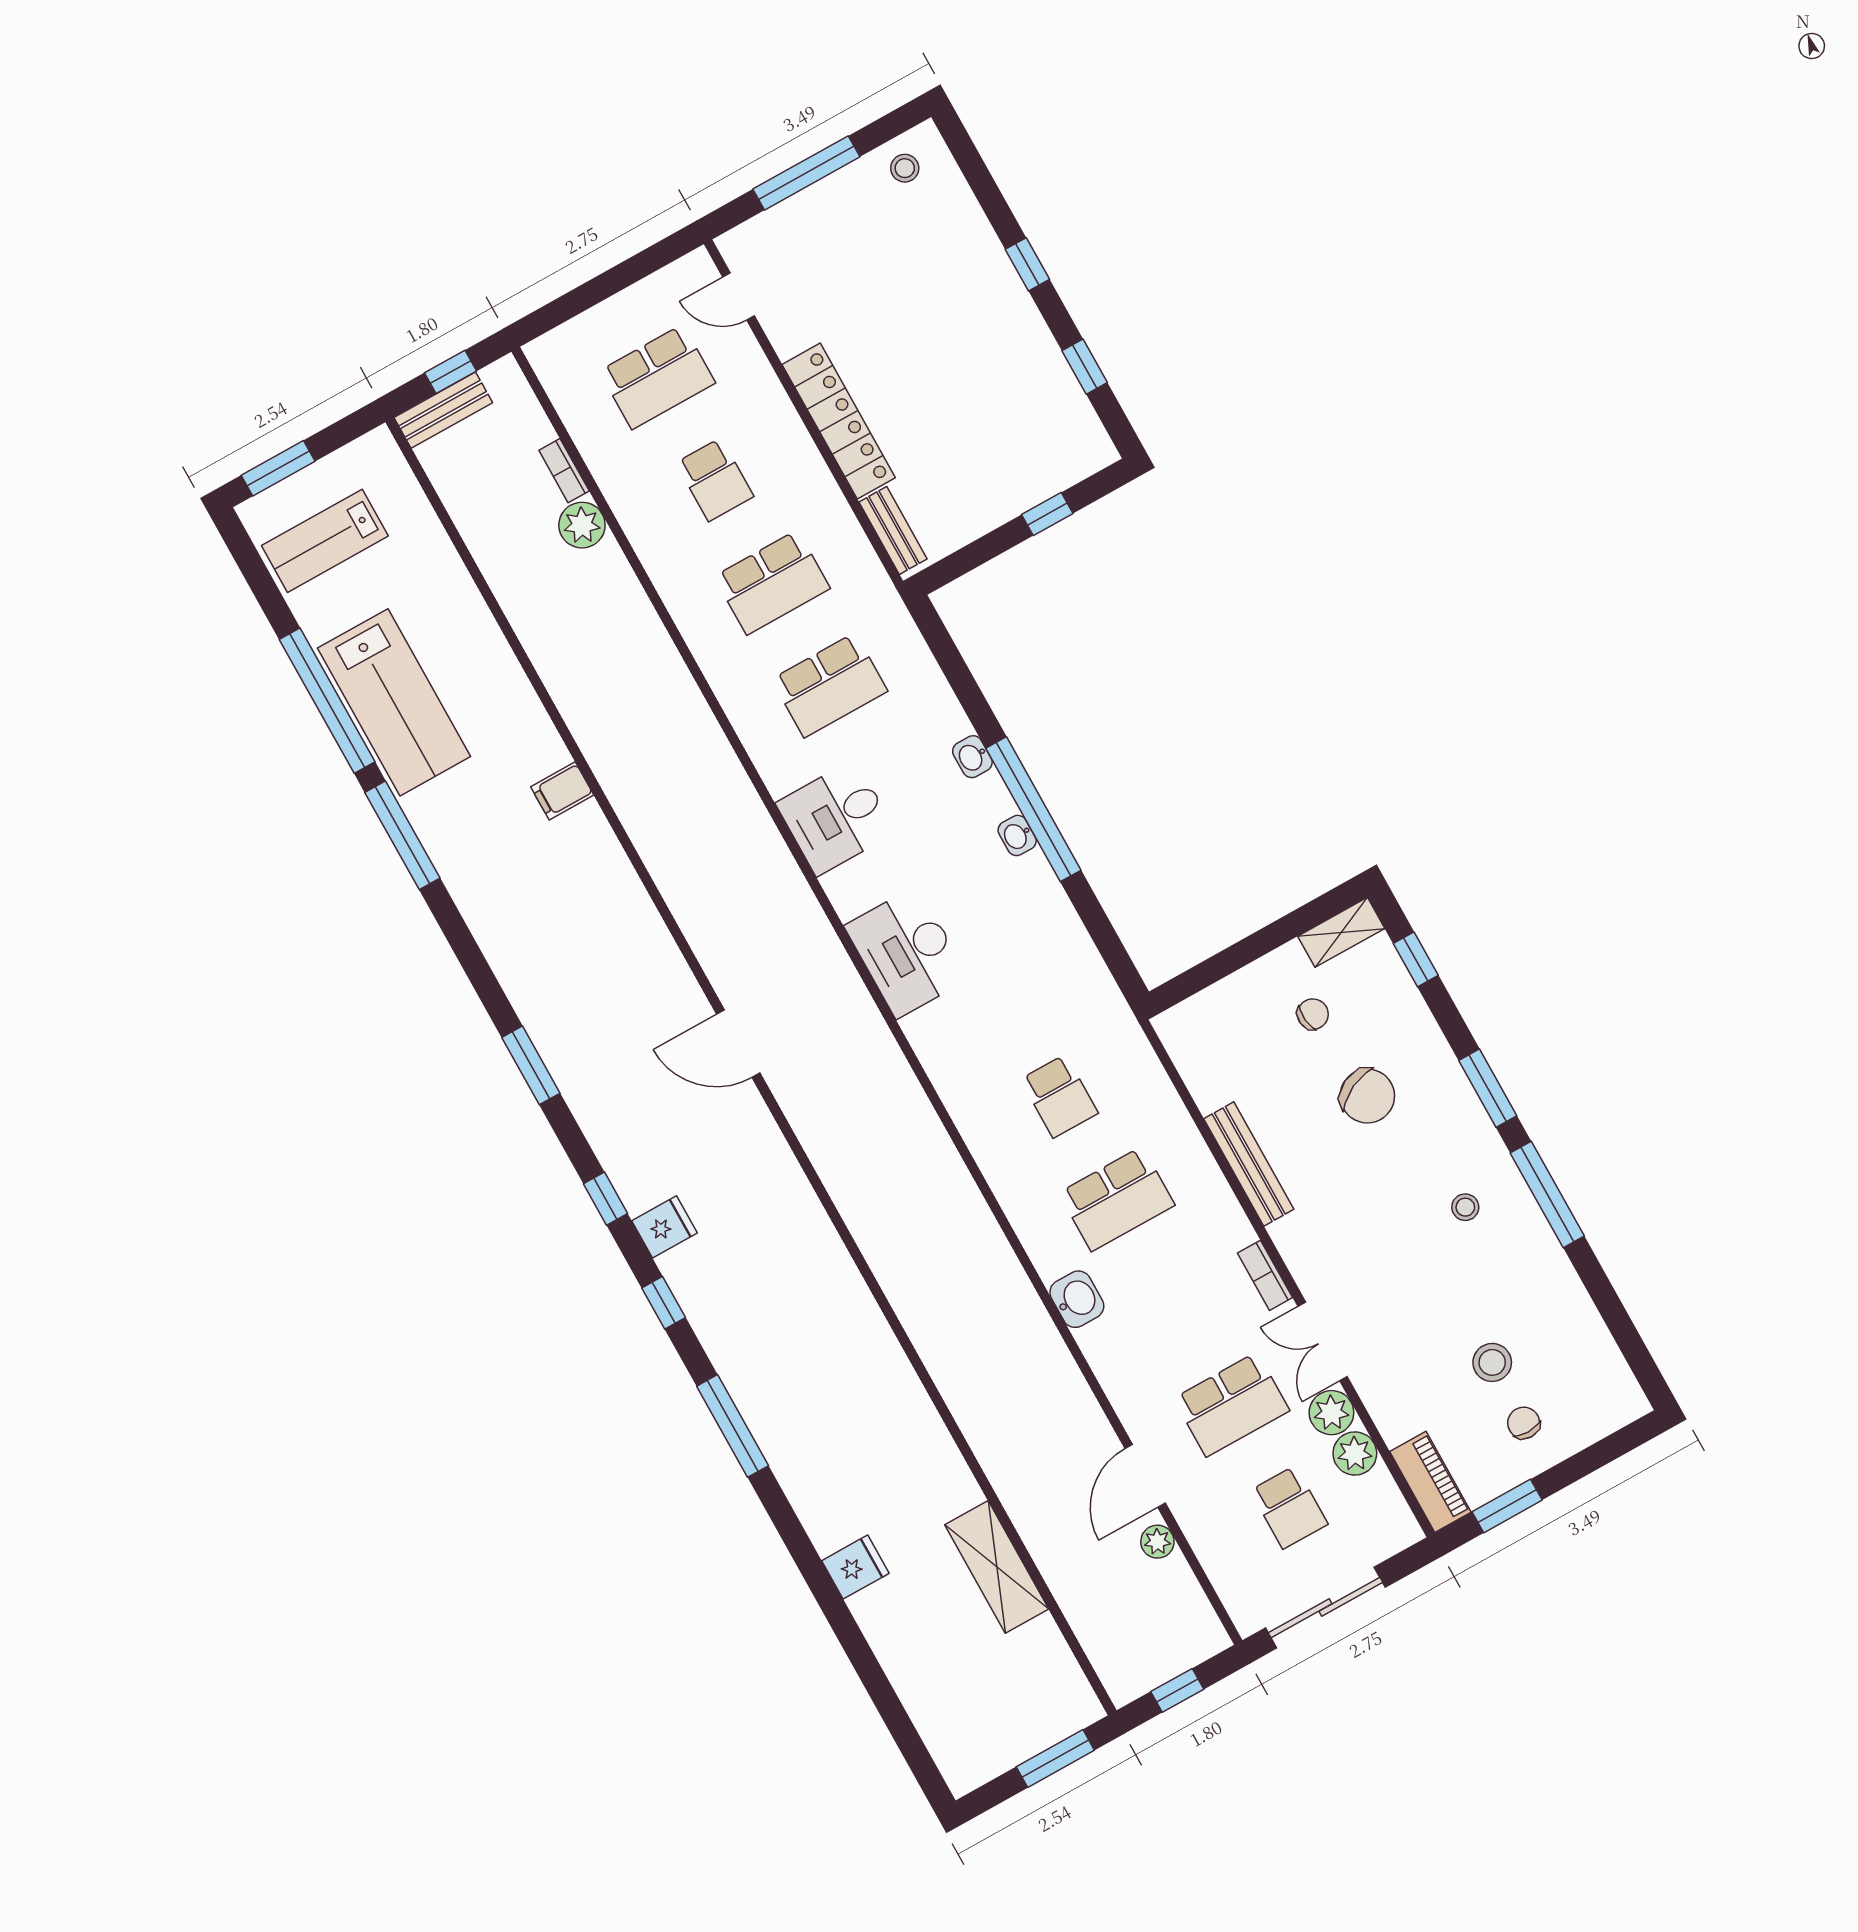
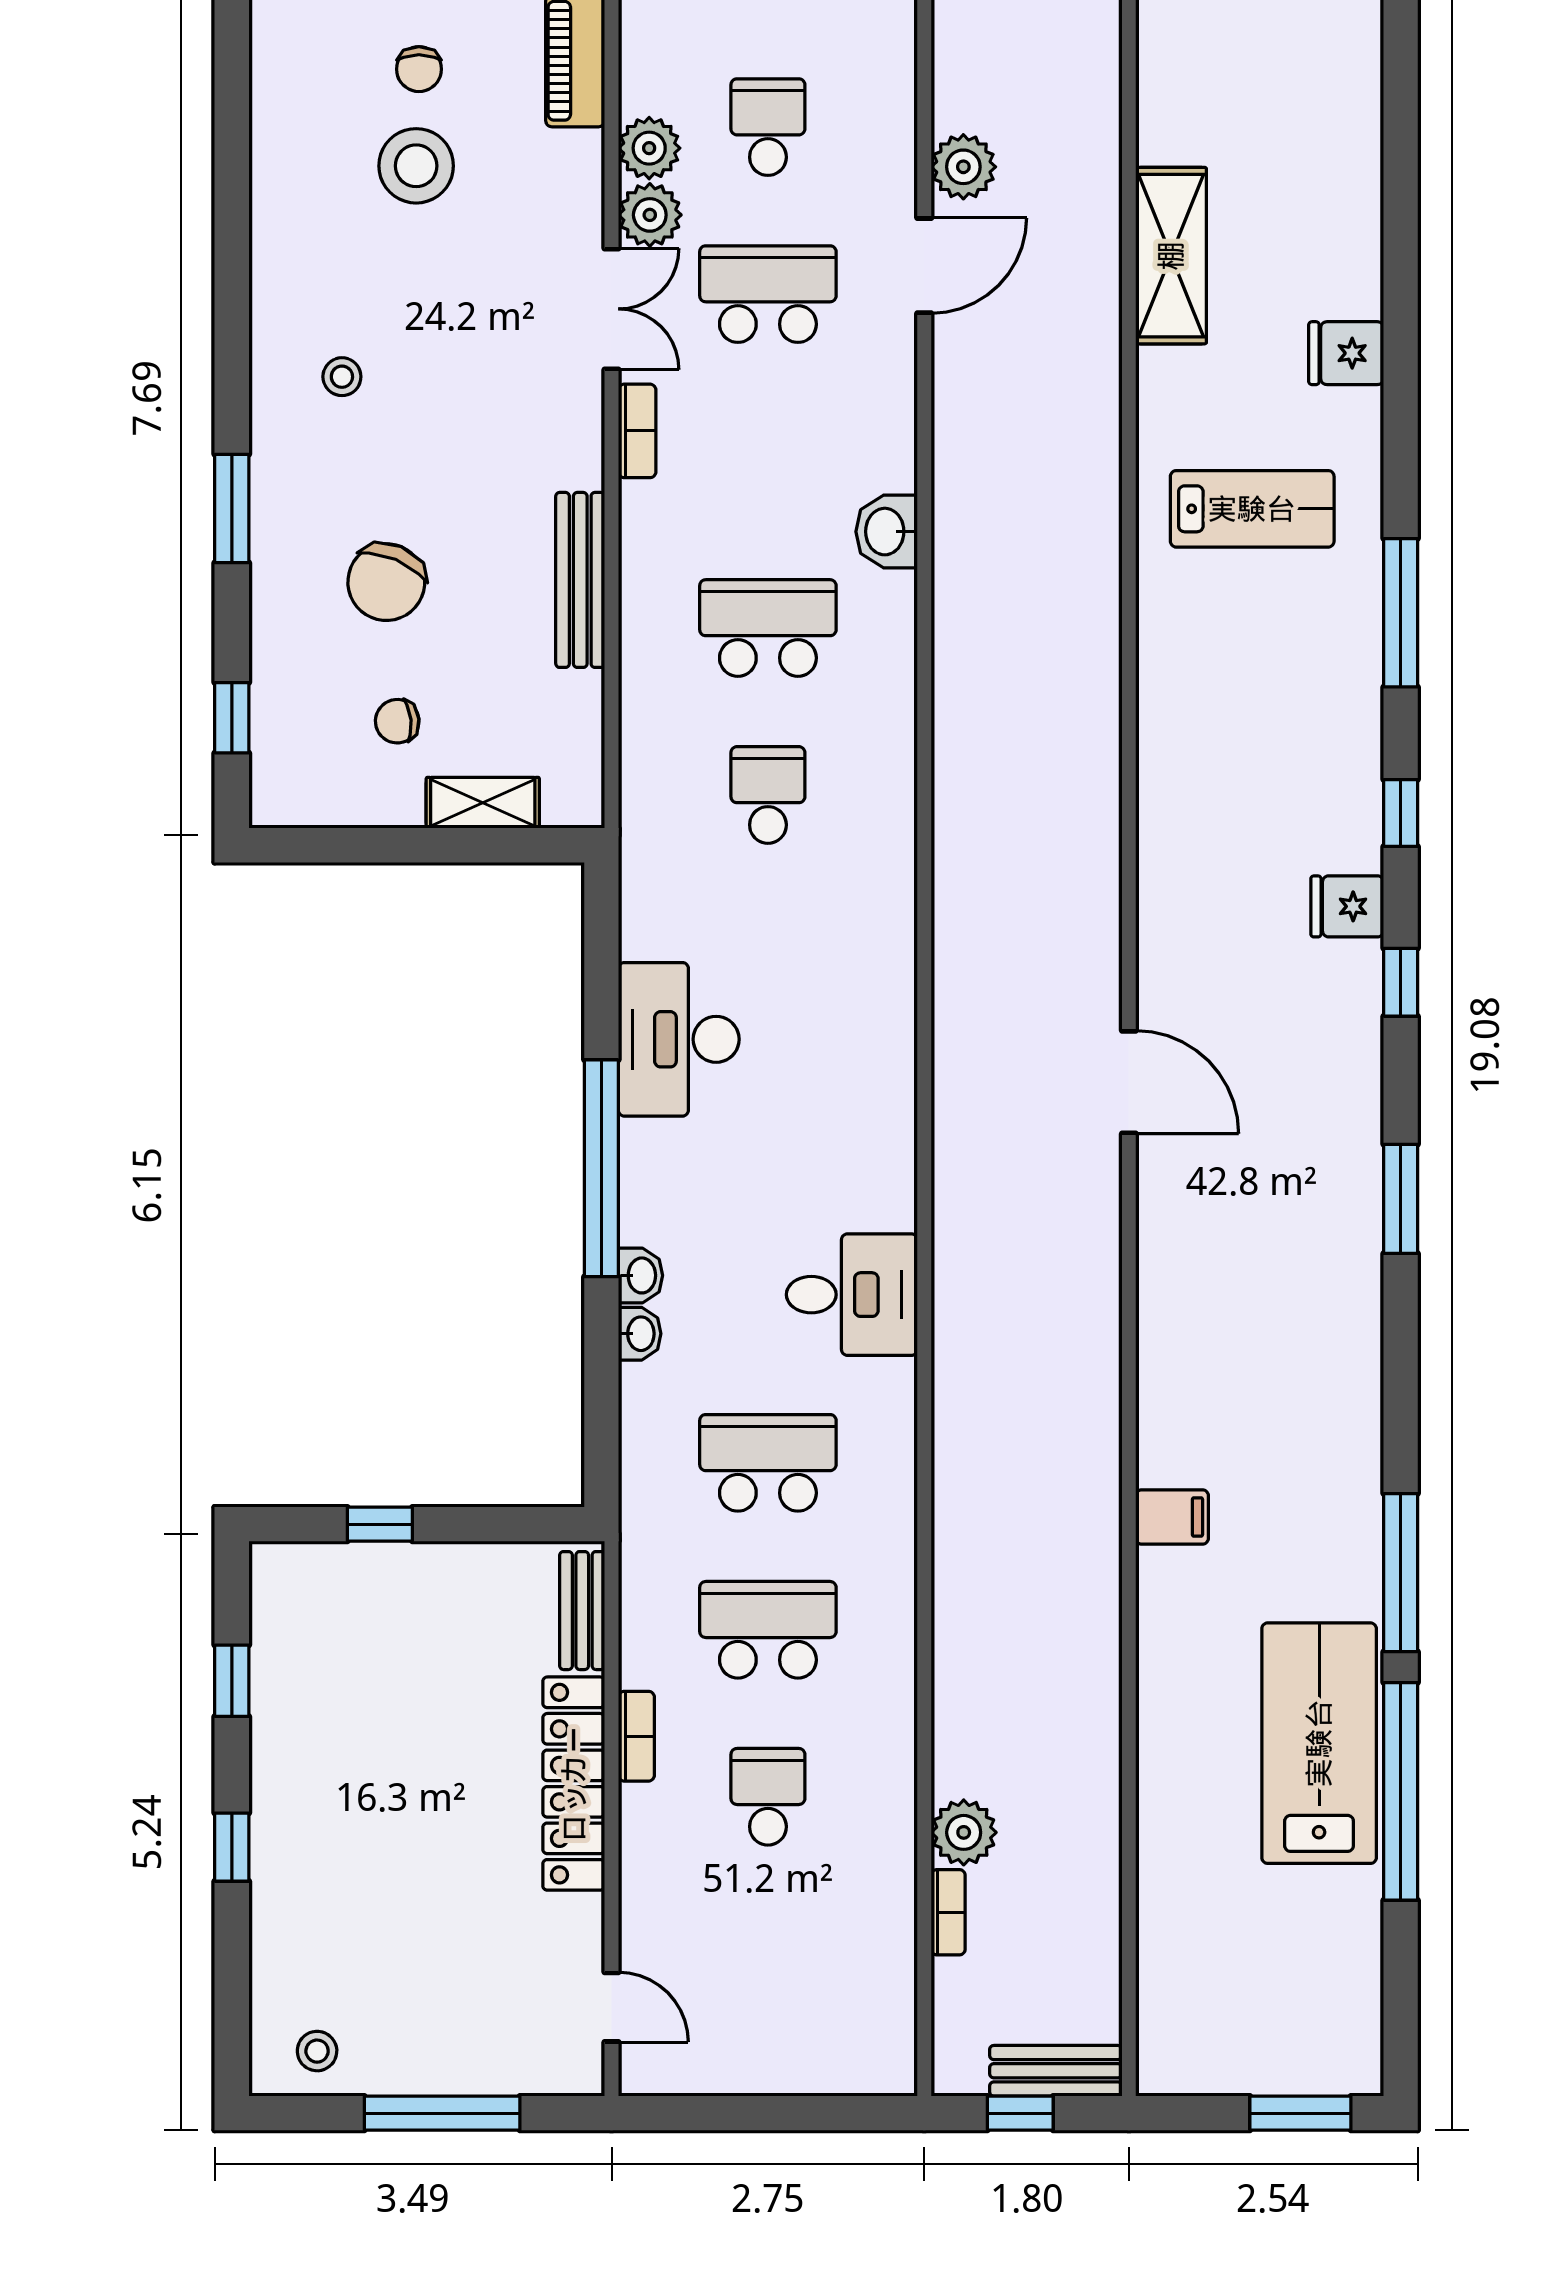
school desk: (657, 377) -> (768, 1964), removed
bookcase: (816, 472) -> (636, 1736), added
lab bench: (325, 541) -> (1252, 509), moved
washbasin: (1017, 835) -> (640, 1334), moved
shelving: (1341, 932) -> (483, 803), moved
desk: (907, 952) -> (679, 1039), moved, turned 180
chair: (1367, 1096) -> (386, 582), turned -131
window: (1547, 1195) -> (232, 336), removed
stool: (1492, 1362) -> (416, 166), width x1.38, depth x1.38
plant: (1157, 1542) -> (963, 167), width x1.38, depth x1.38

